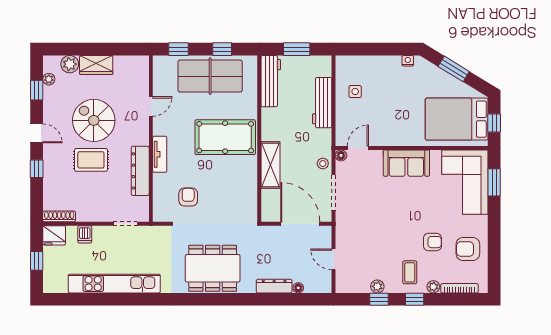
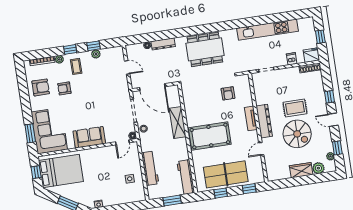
dresser: (140, 171) -> (264, 121), moved

